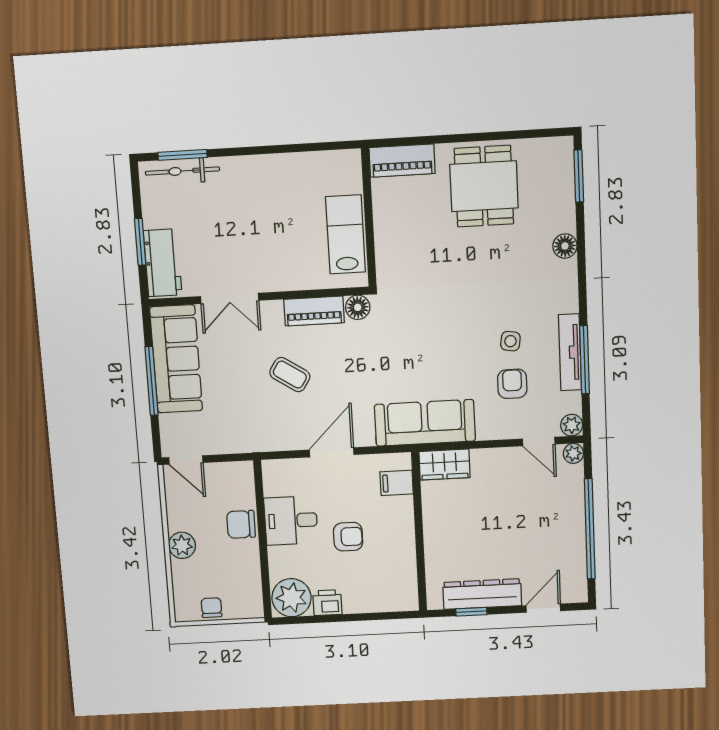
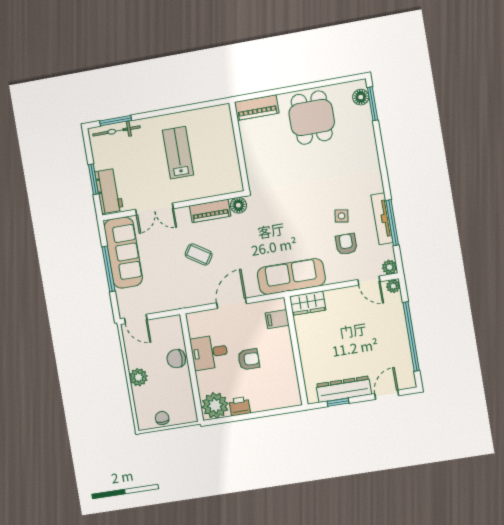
lab bench: (346, 234) -> (178, 153), moved
floor lamp: (565, 246) -> (361, 97), moved

